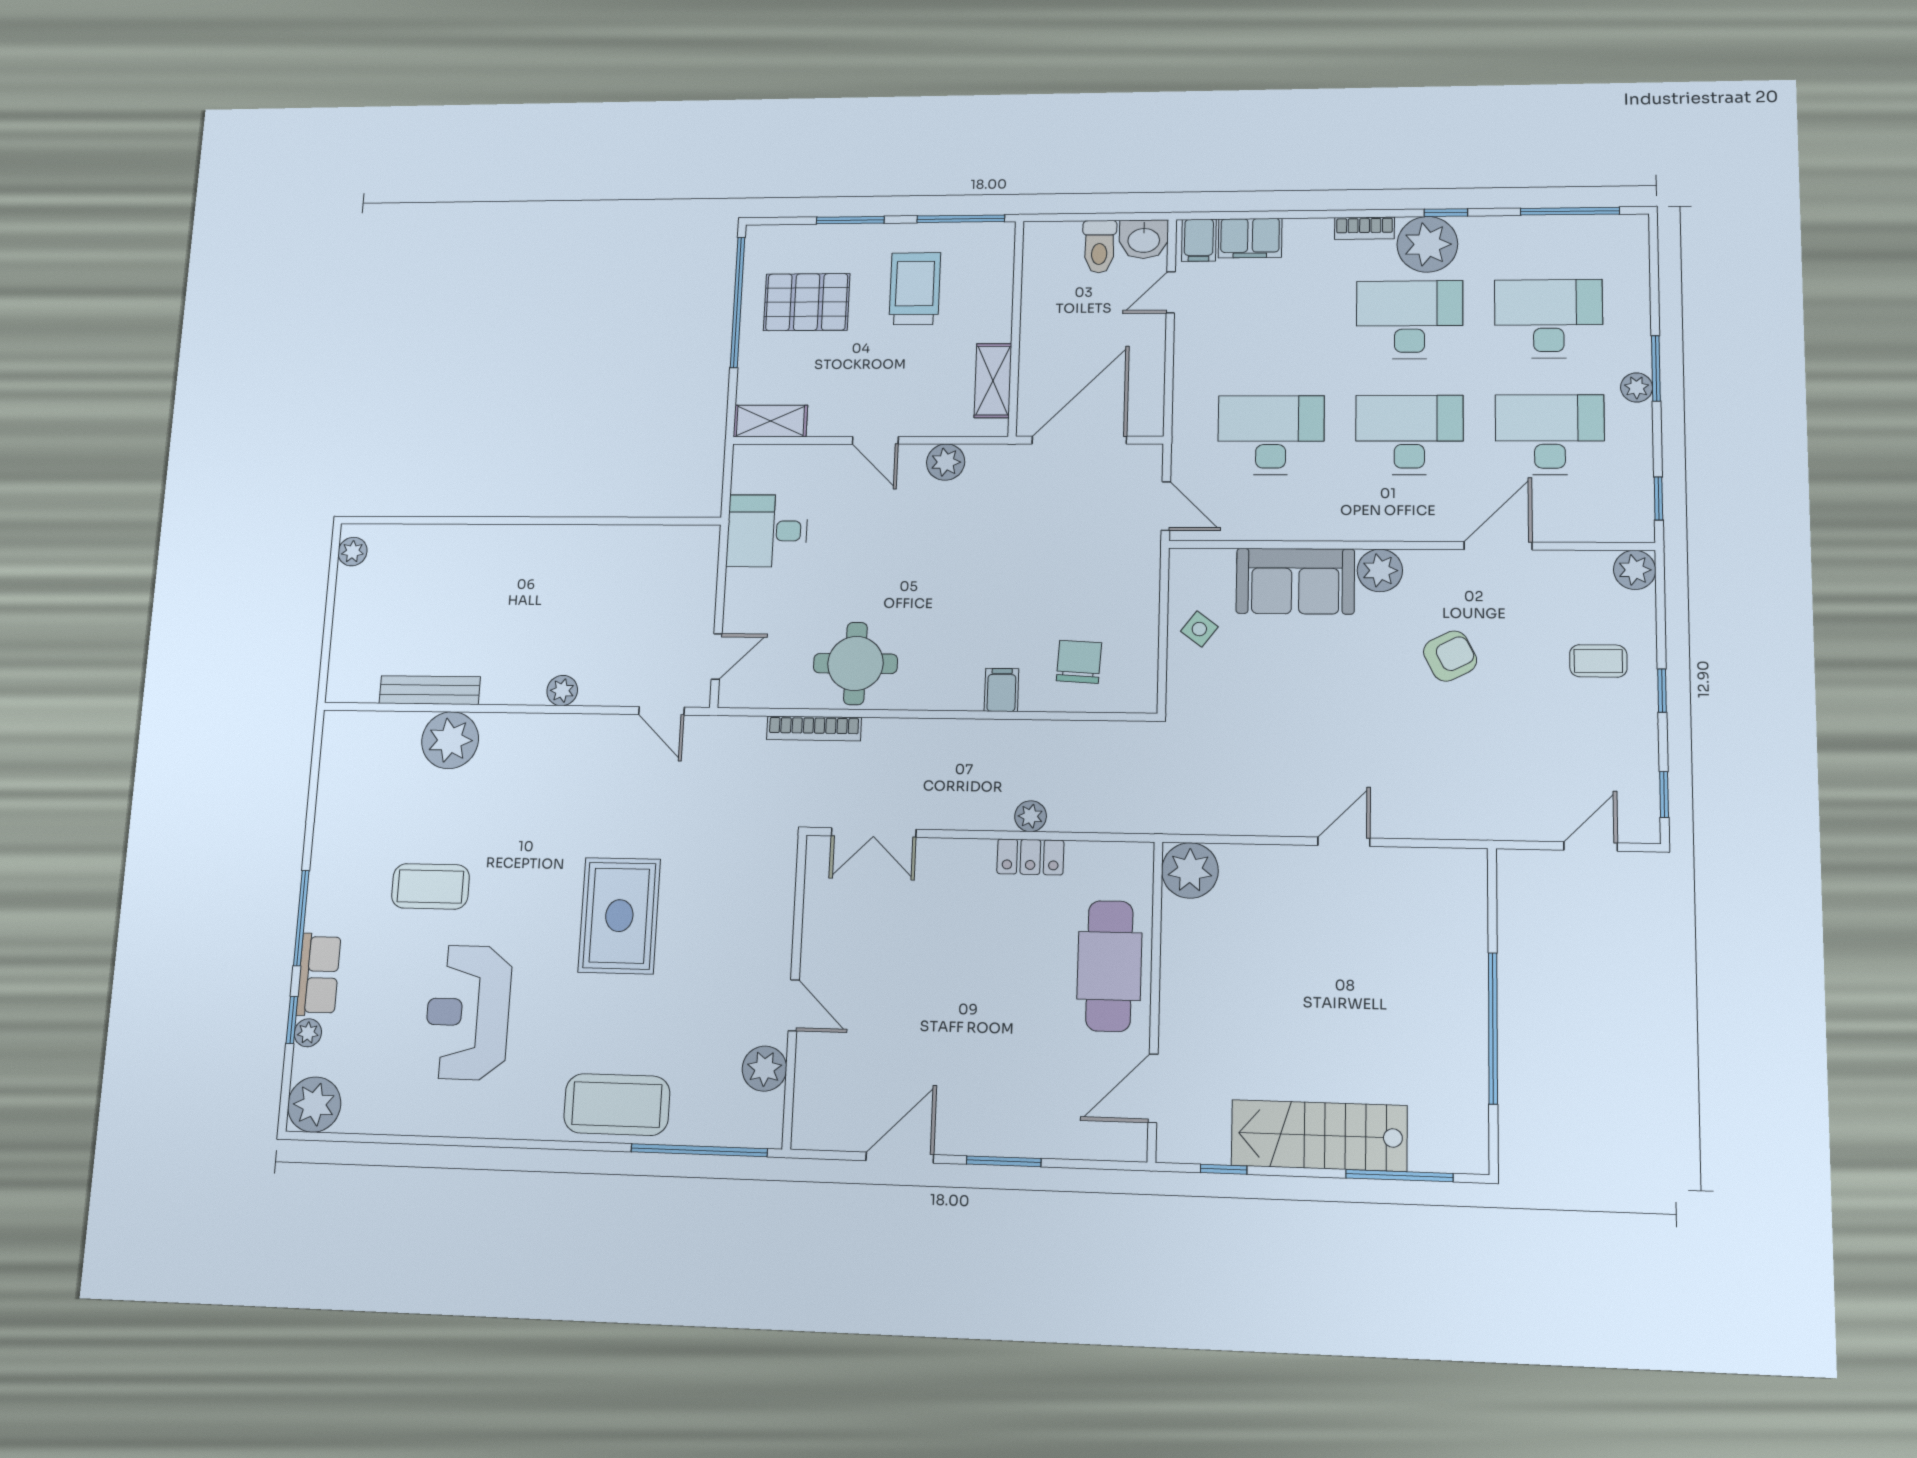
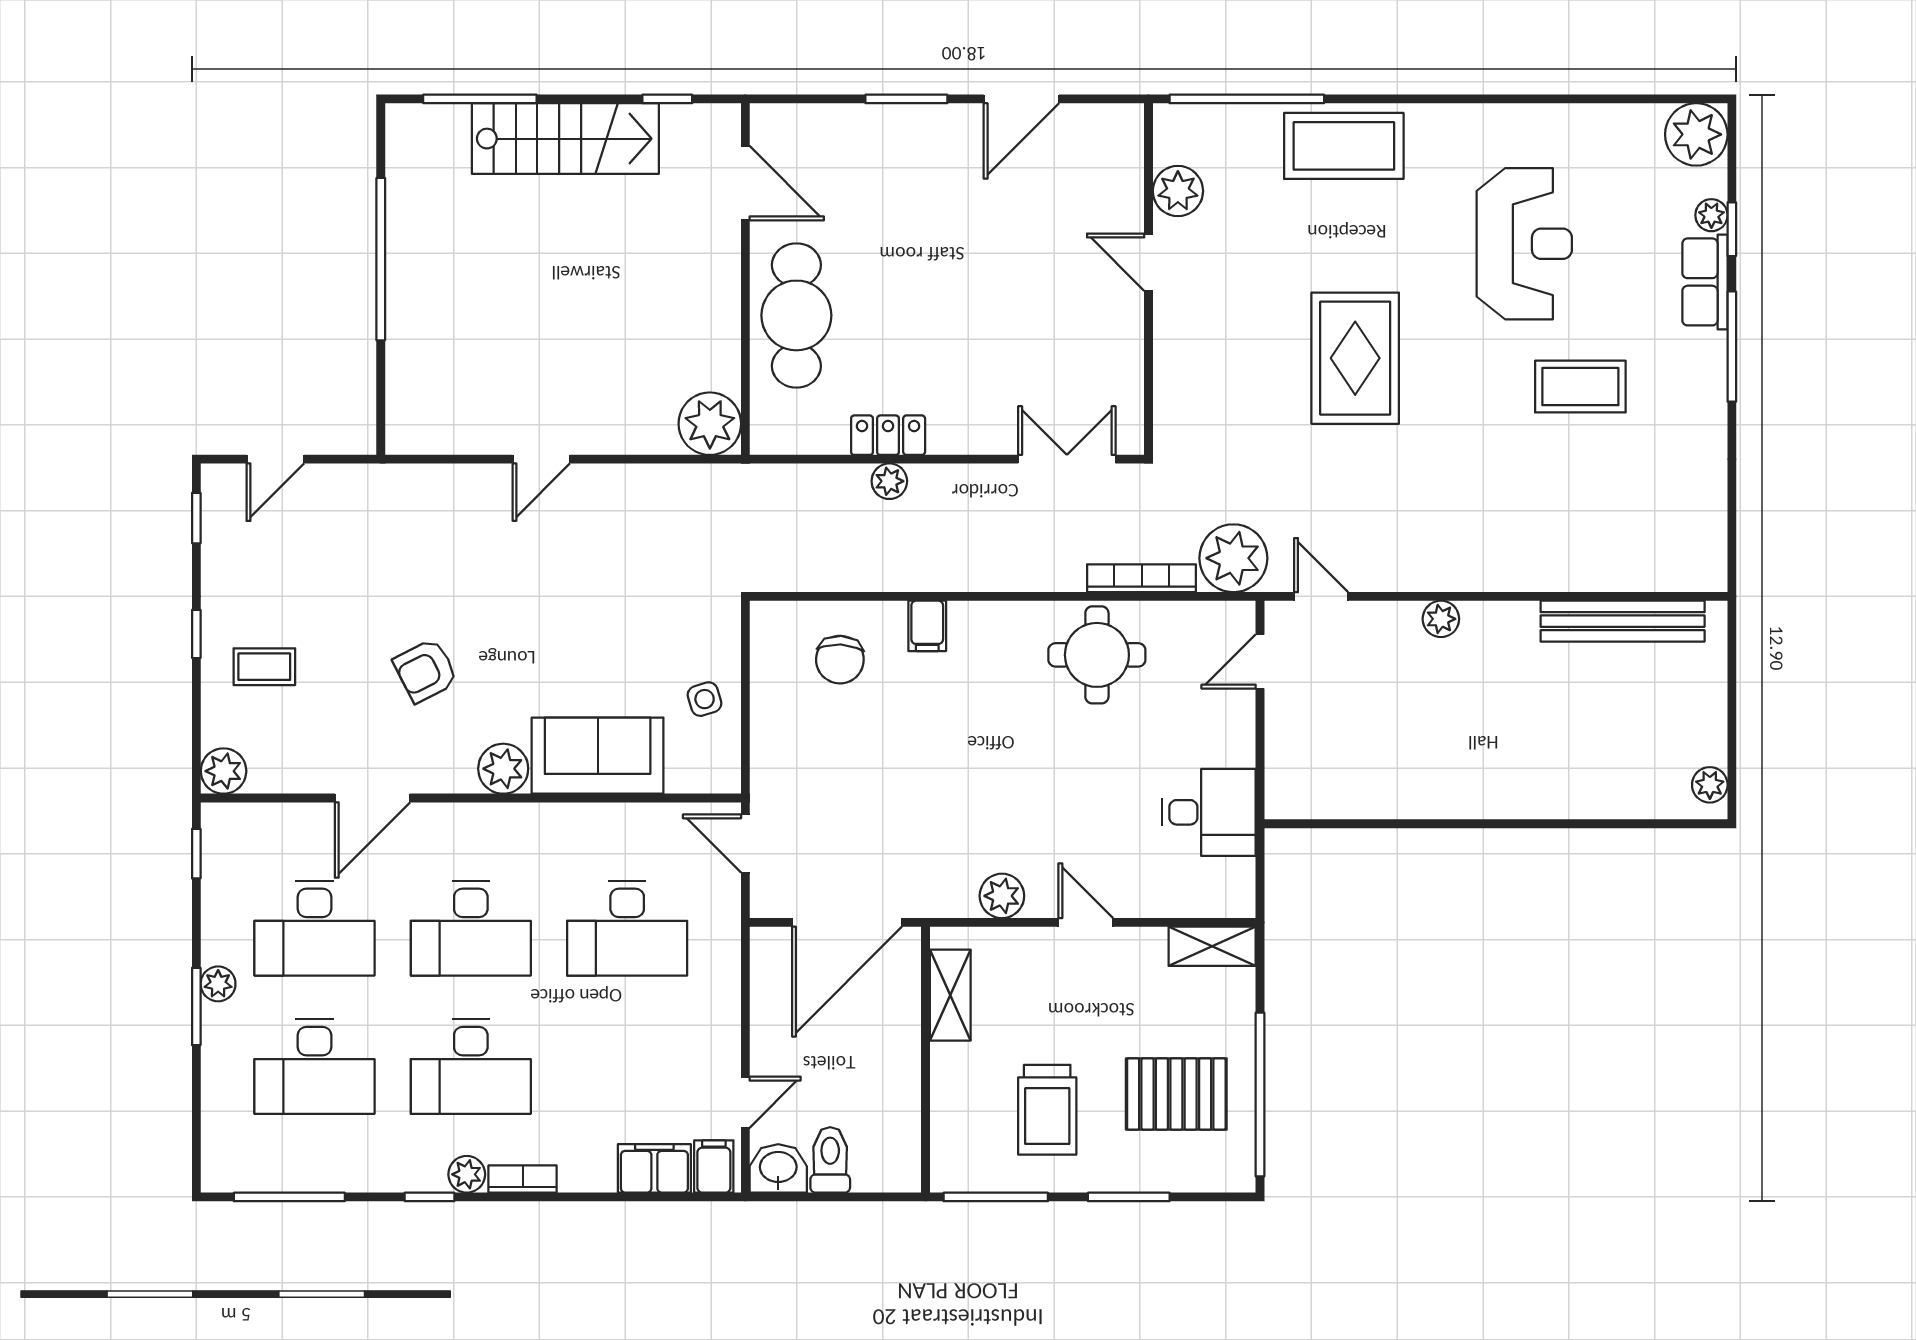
plant: (1427, 244) -> (467, 1174), width x0.53, depth x0.53
side table: (1199, 629) -> (705, 699), turned 36
bench: (430, 690) -> (1623, 621), width x1.37, depth x1.21
plant: (450, 740) -> (1233, 558), moved
door: (1153, 1088) -> (745, 183), hinge flipped

